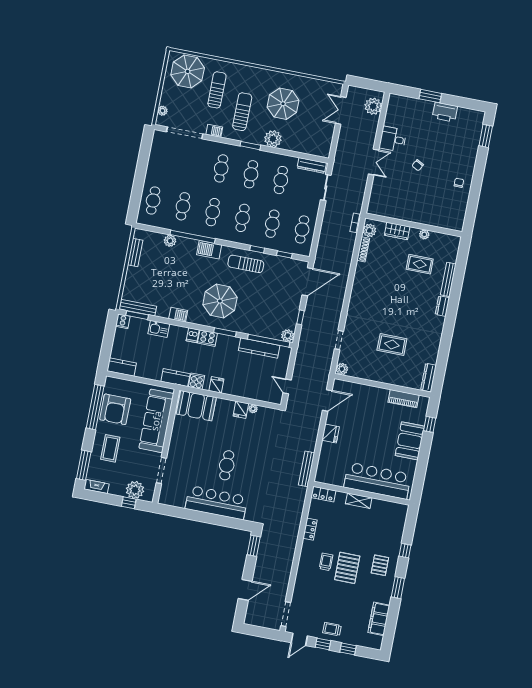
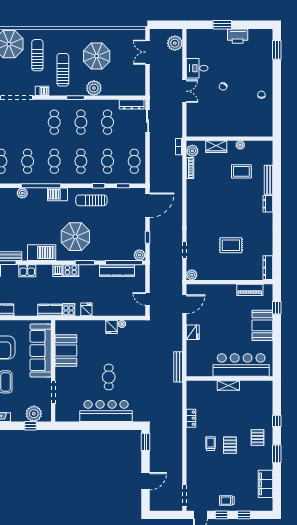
barbecue: (178, 315) -> (42, 253), width x1.88, depth x1.53
booth: (196, 406) -> (66, 351), moved, turned 90
locker: (323, 494) -> (197, 386), removed
pallet: (347, 568) -> (230, 445), width x0.67, depth x0.71

